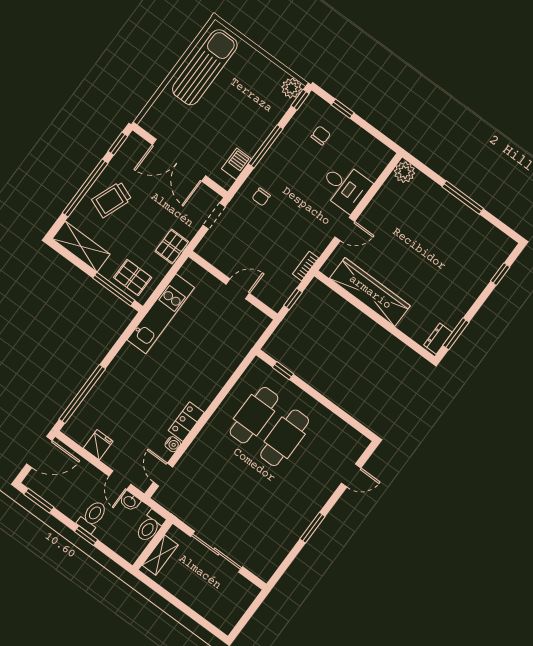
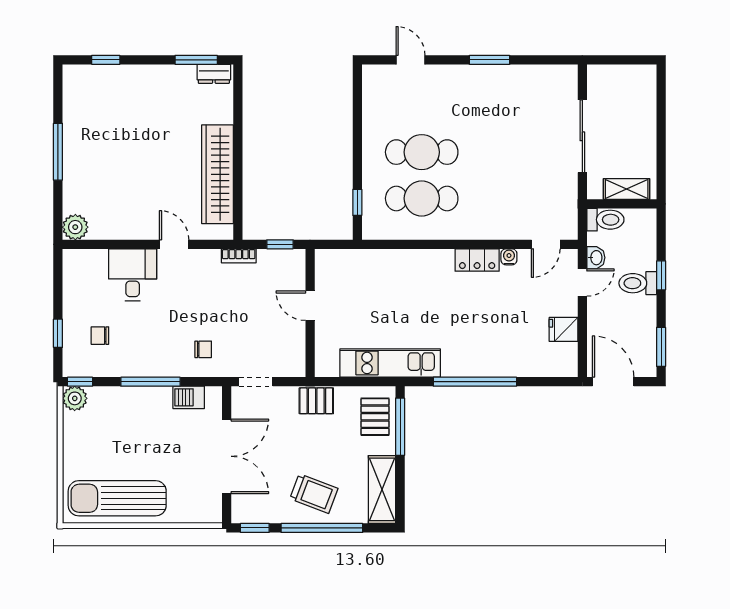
window: (82, 394) -> (475, 382), moved

